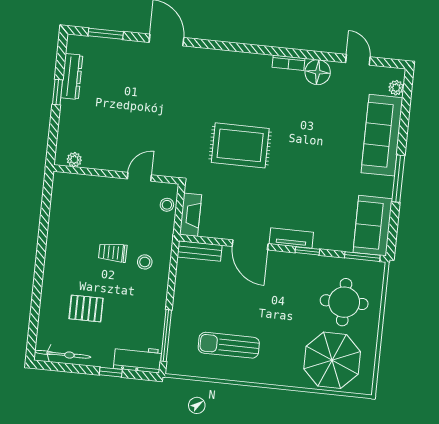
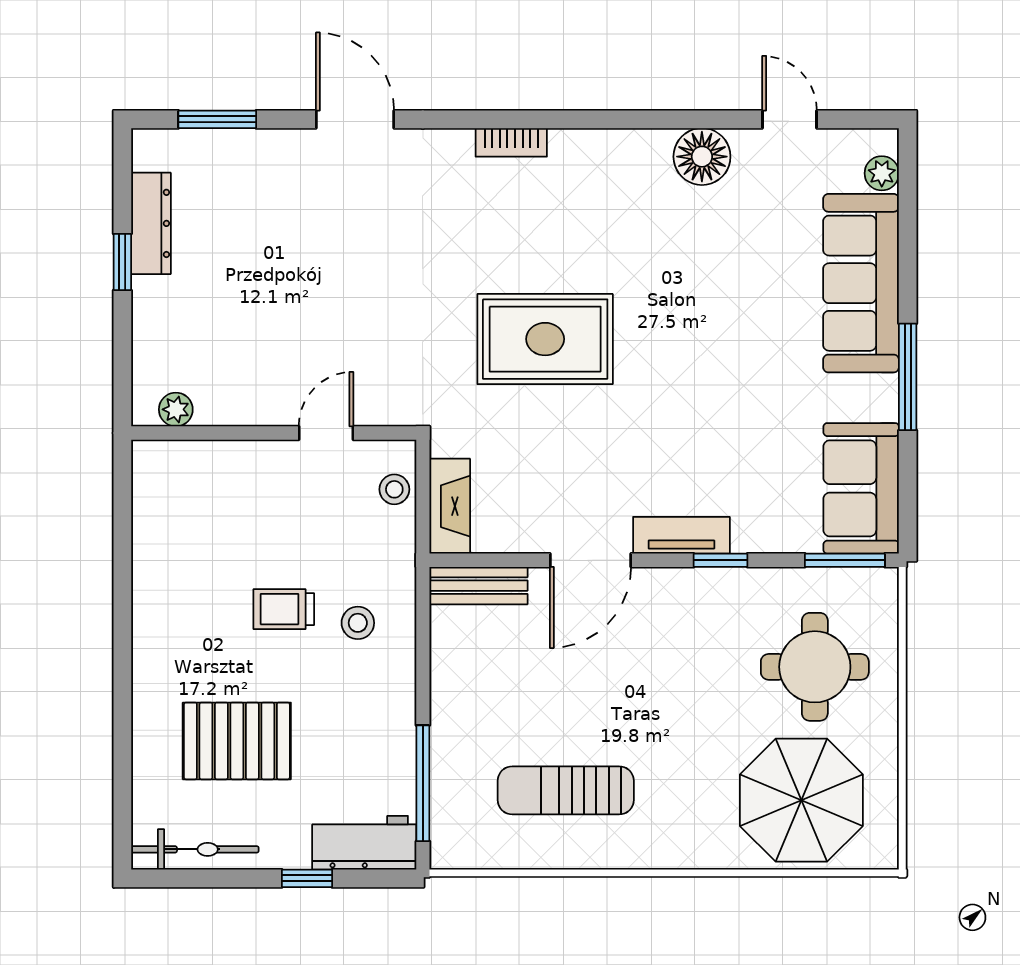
bookcase: (288, 63) -> (511, 142), moved
door: (250, 245) -> (590, 560), hinge flipped
pallet: (86, 308) -> (237, 741), width x1.50, depth x1.42

